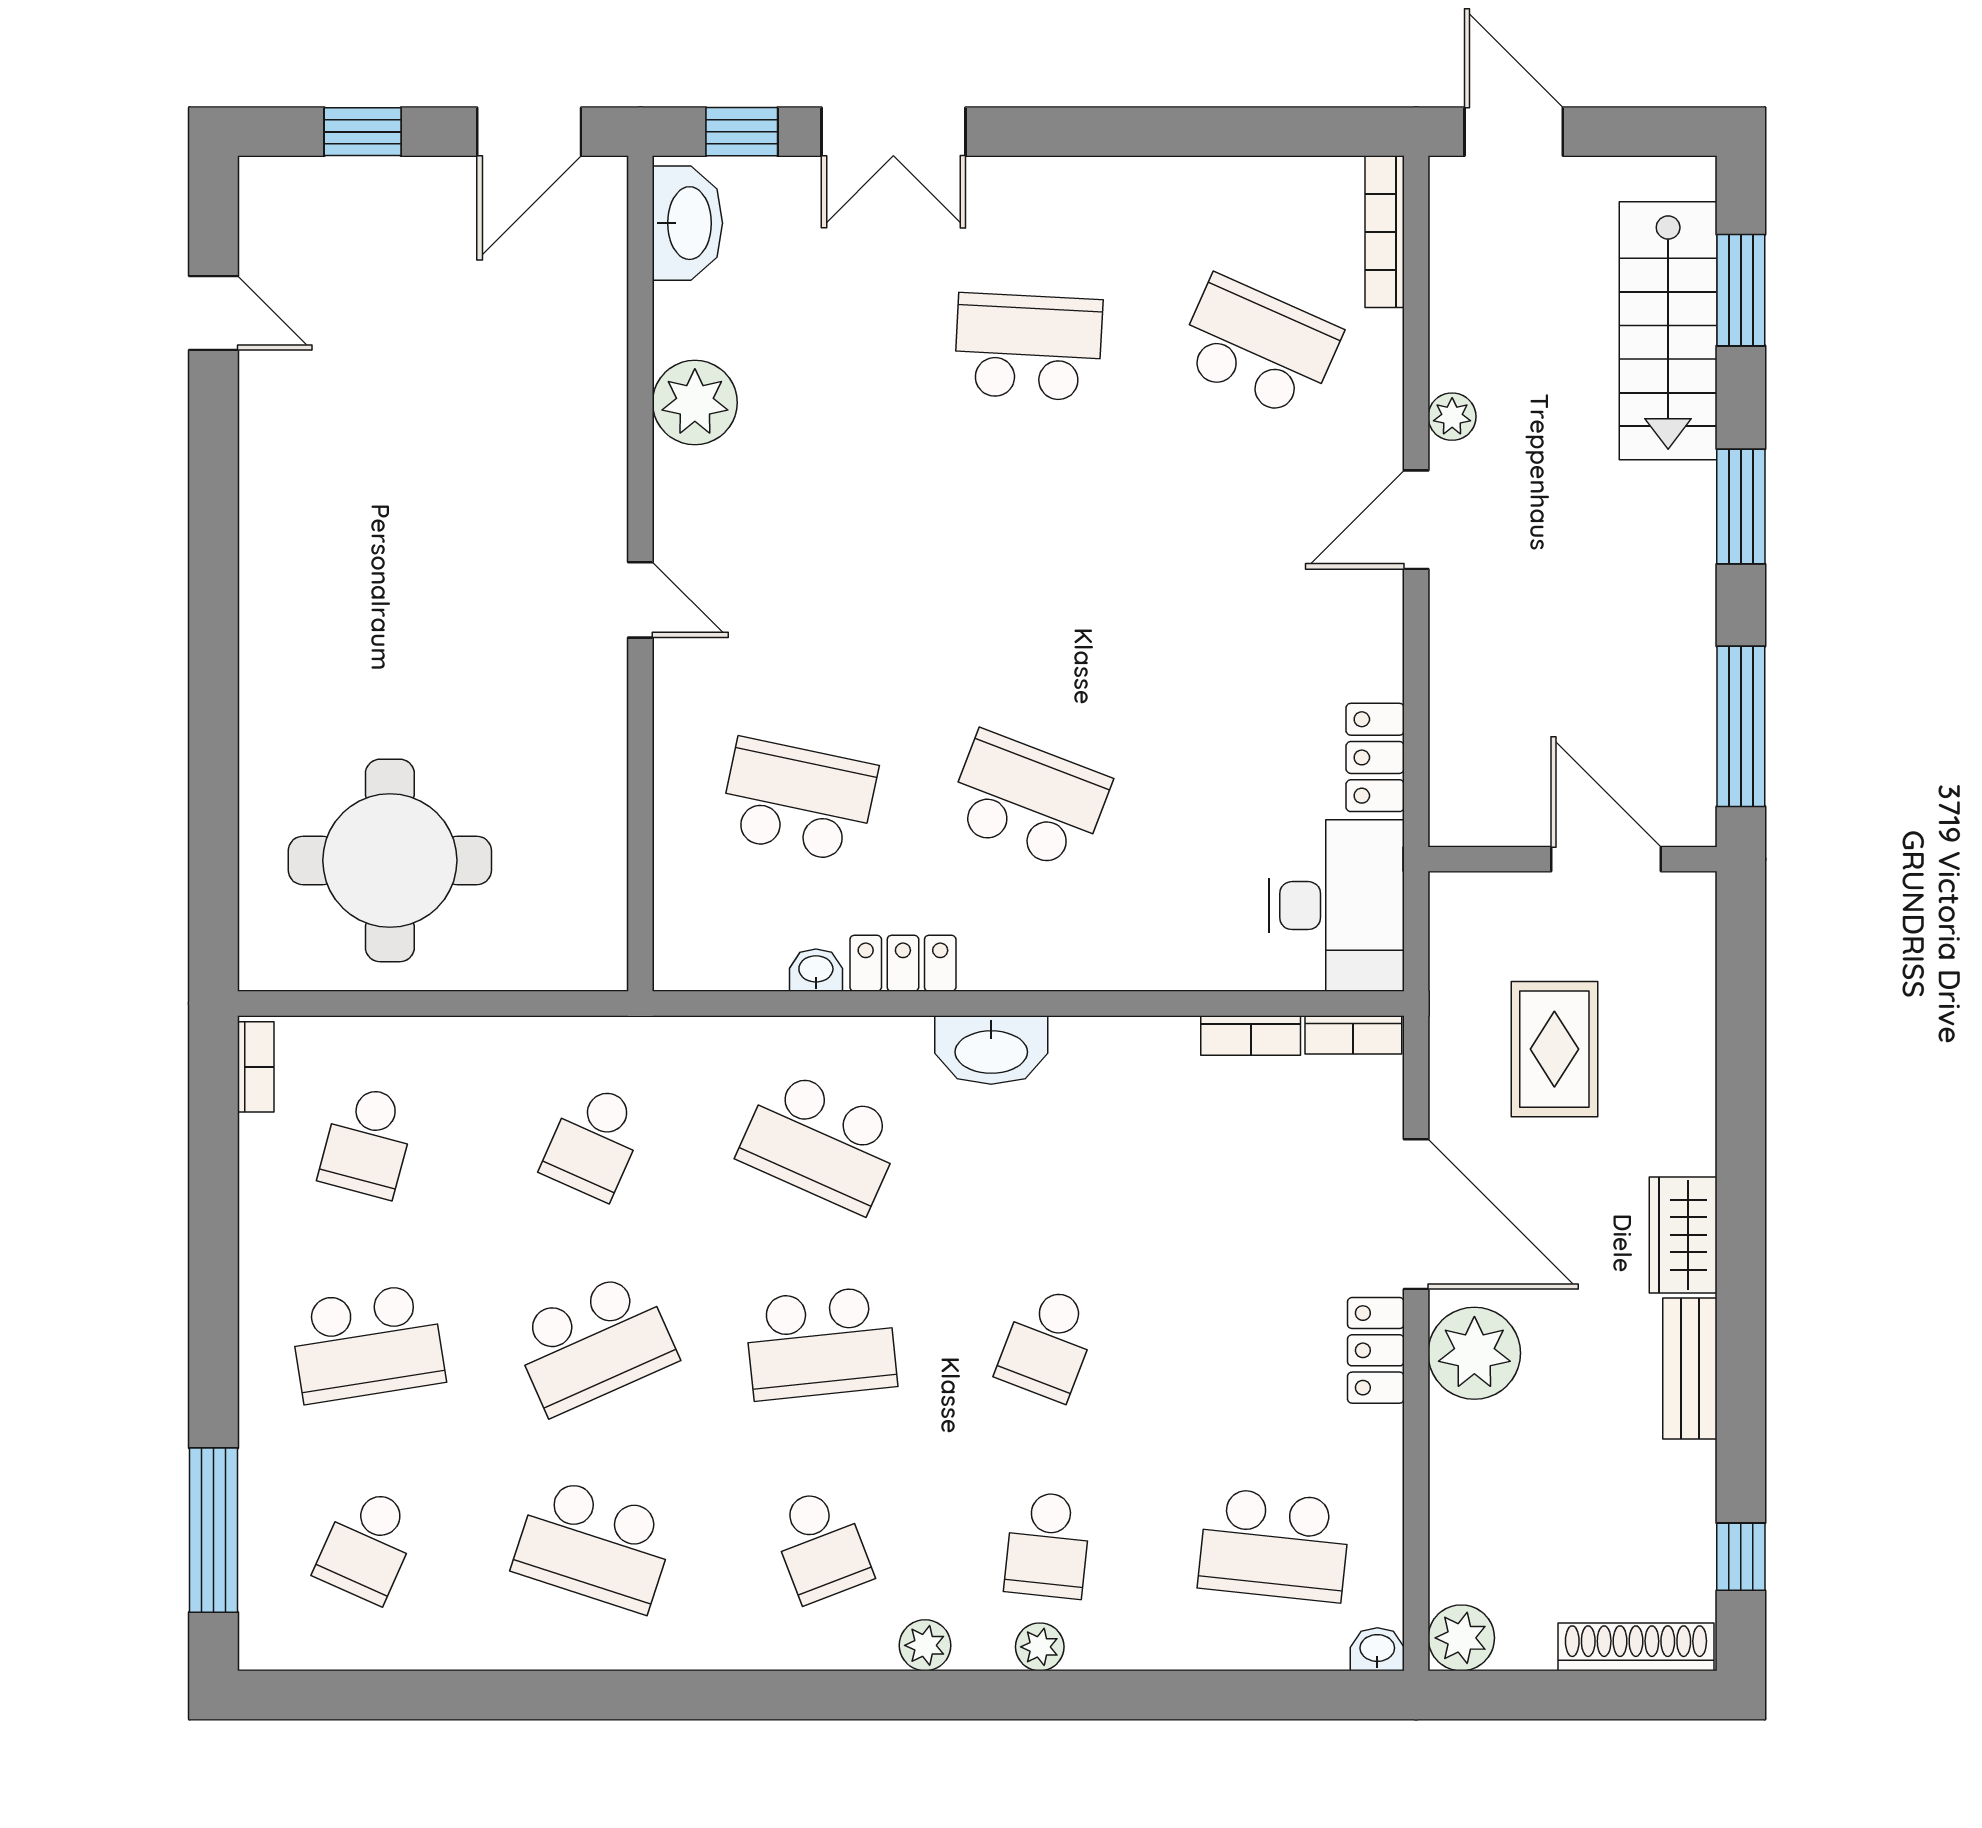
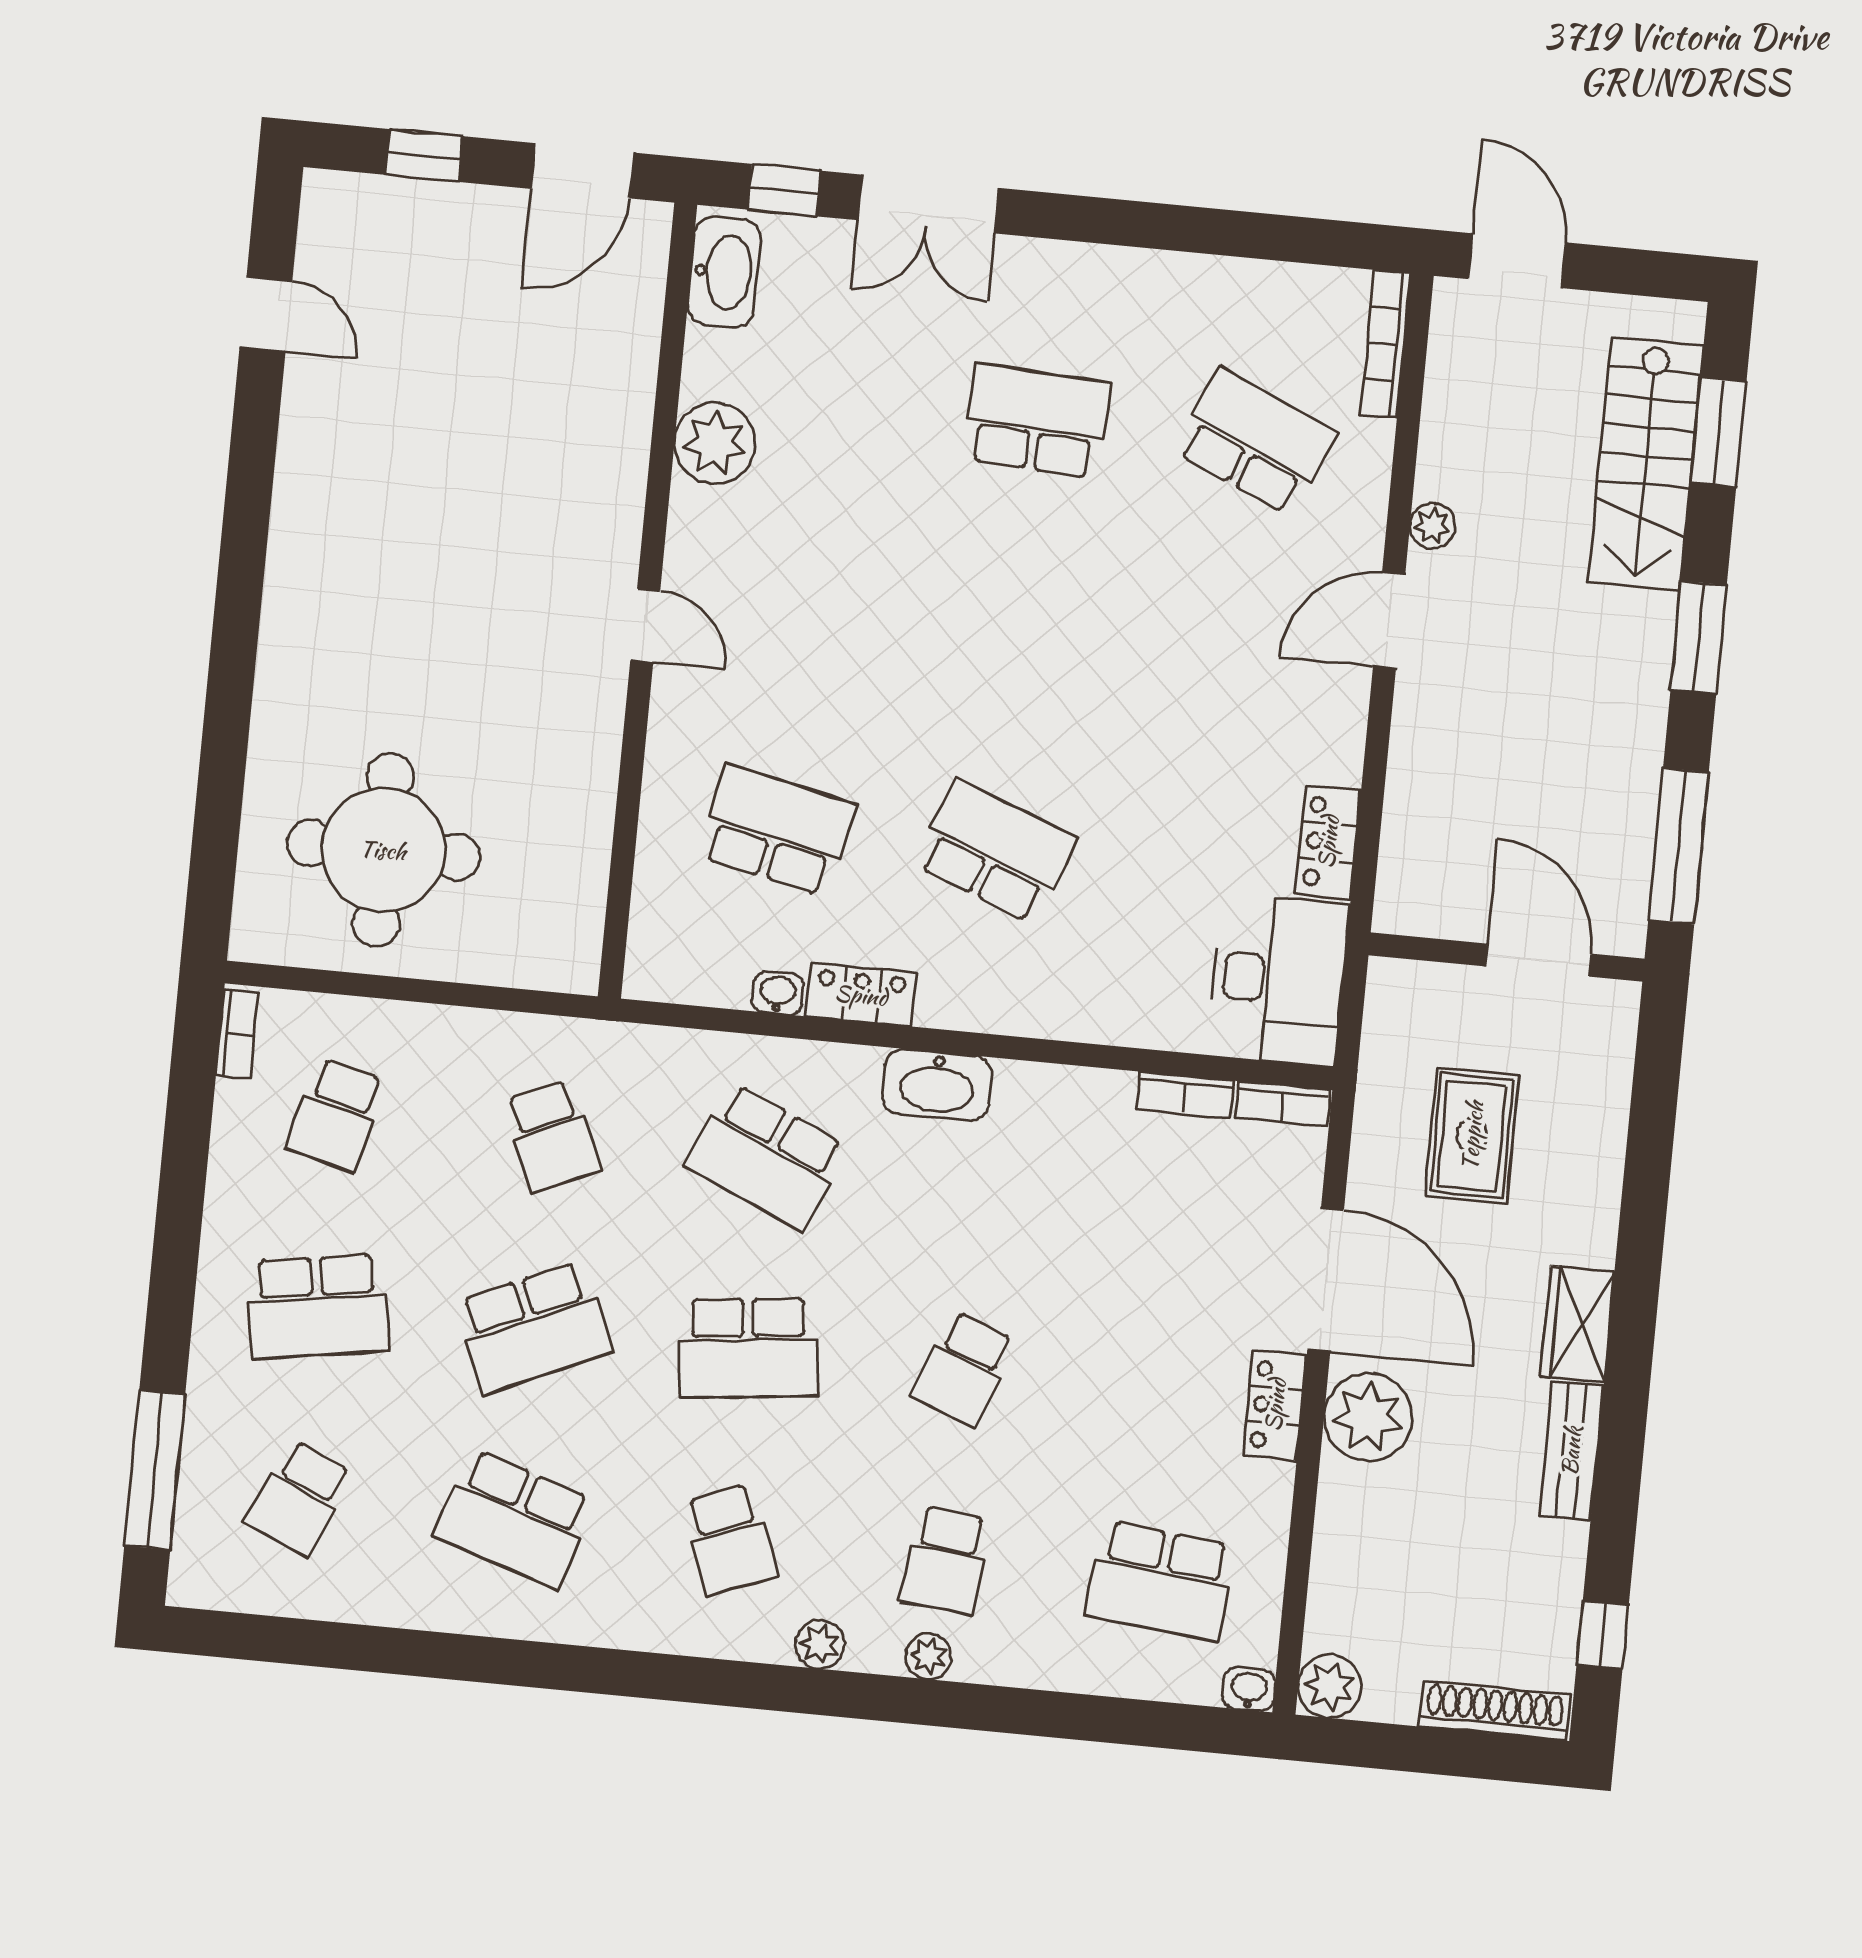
school desk: (594, 1142) -> (552, 1136), turned -48

